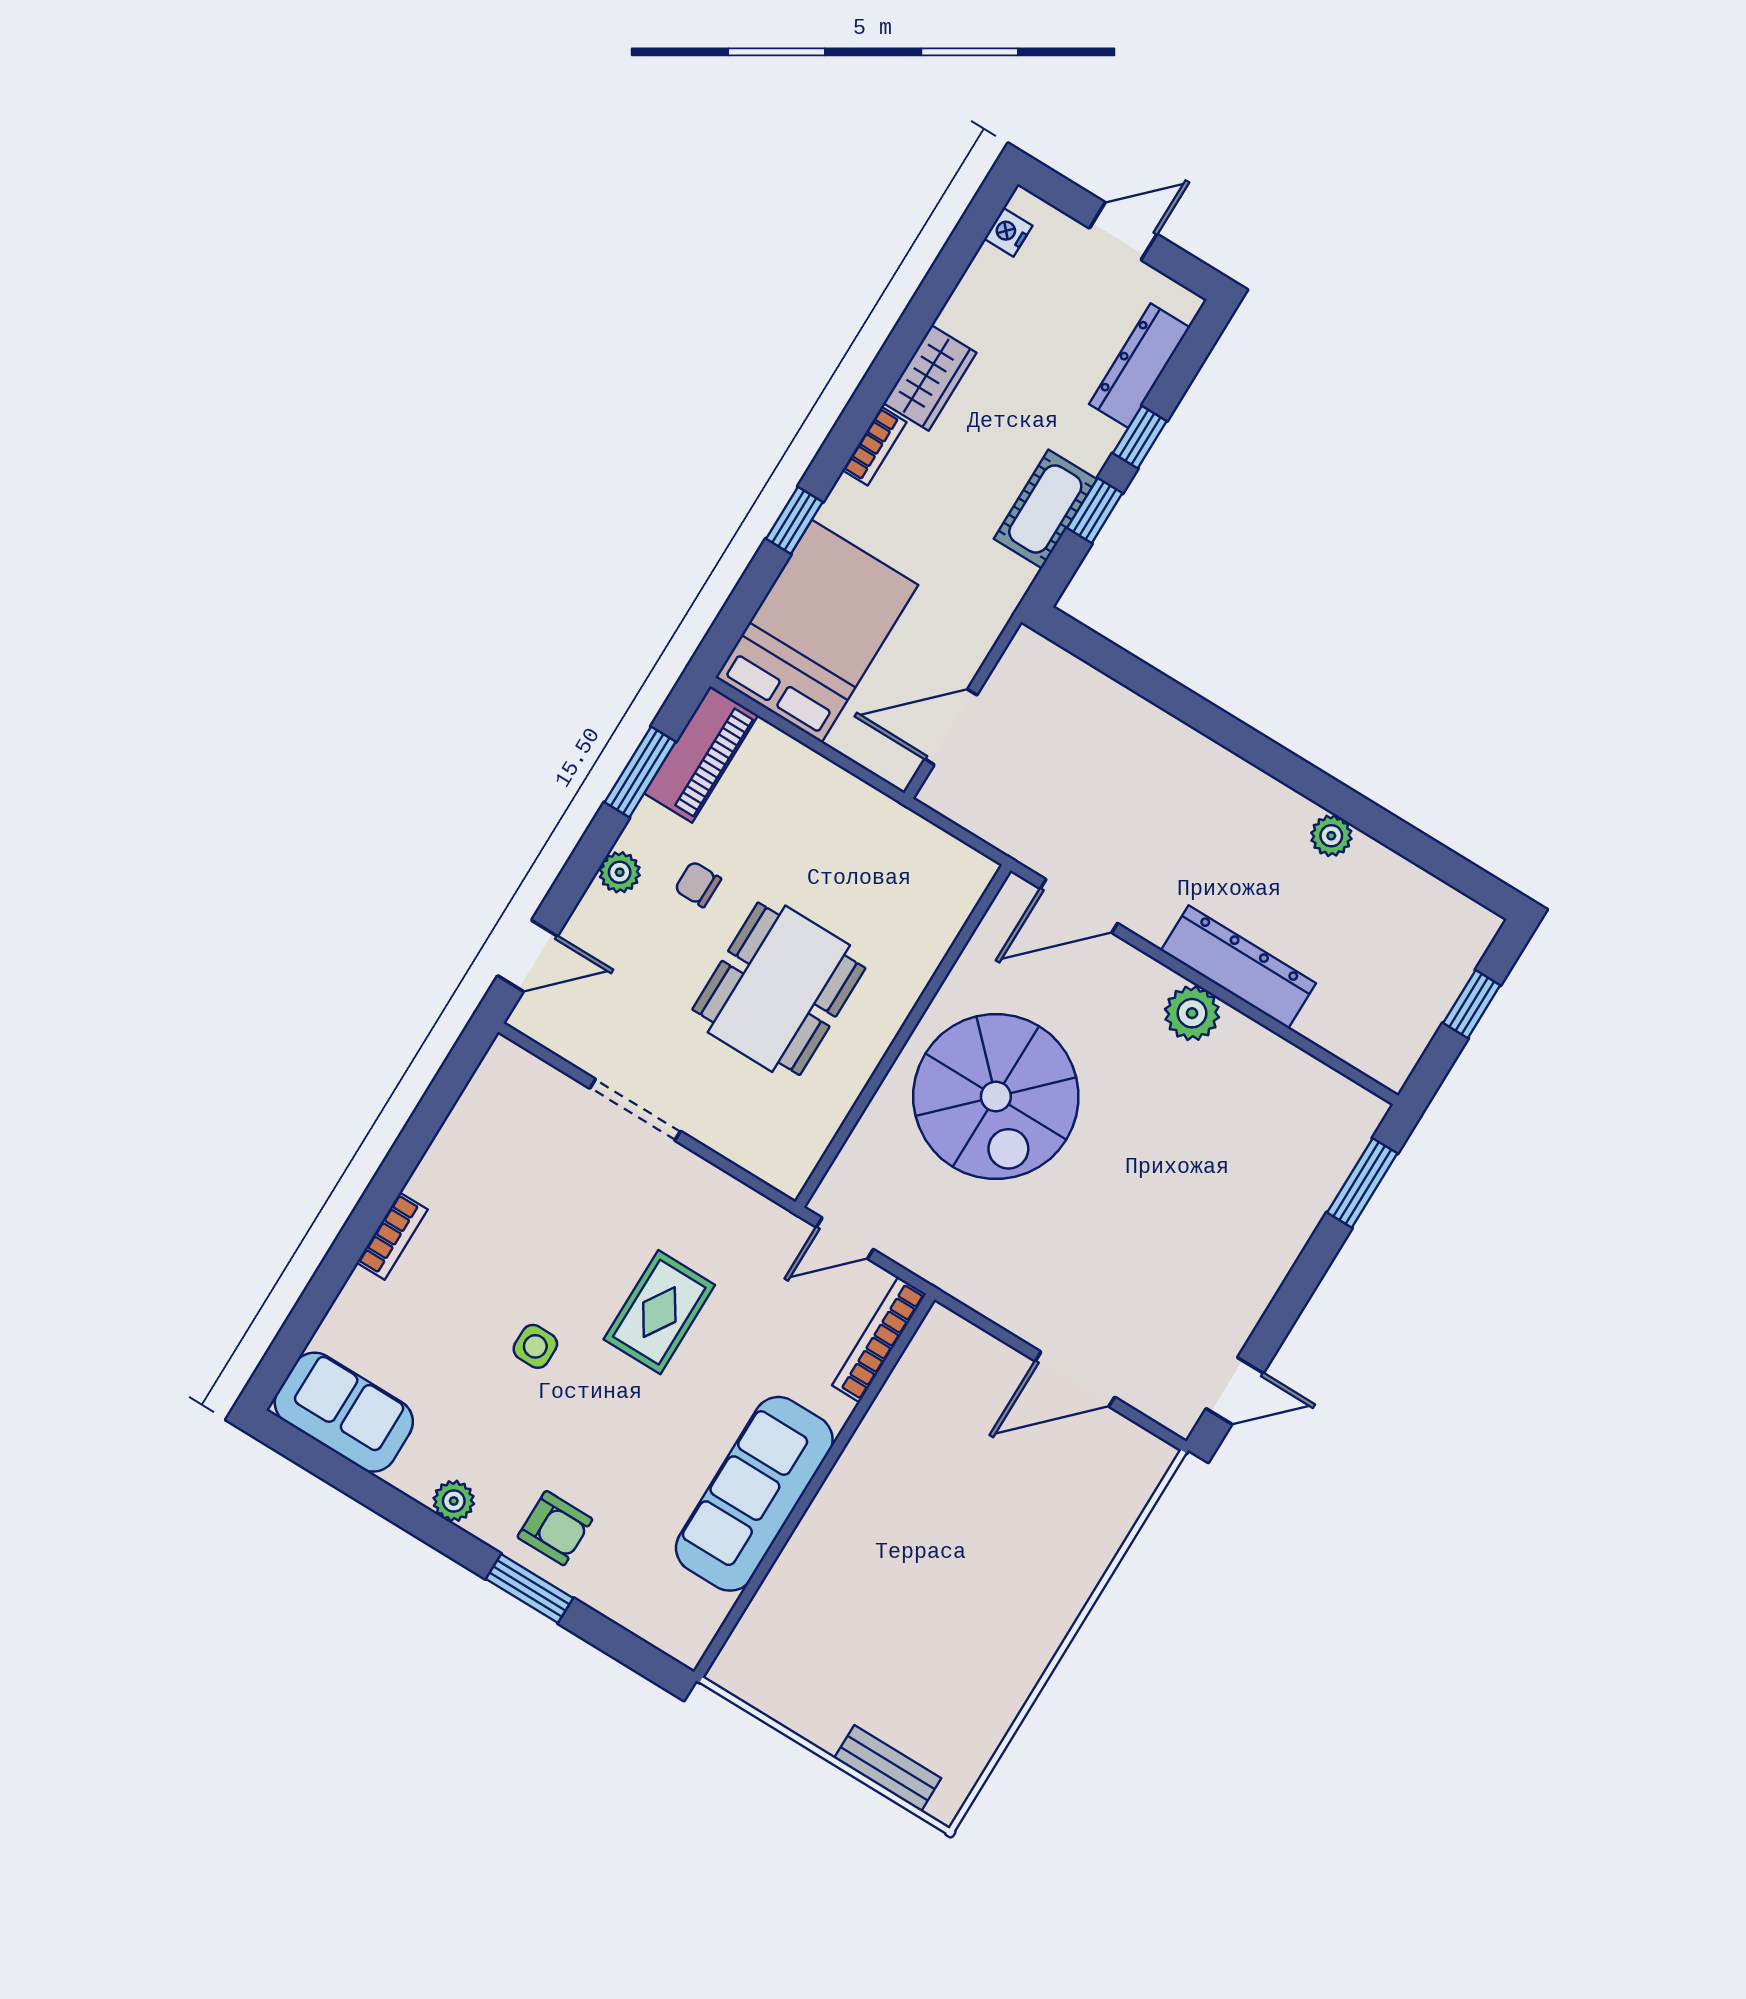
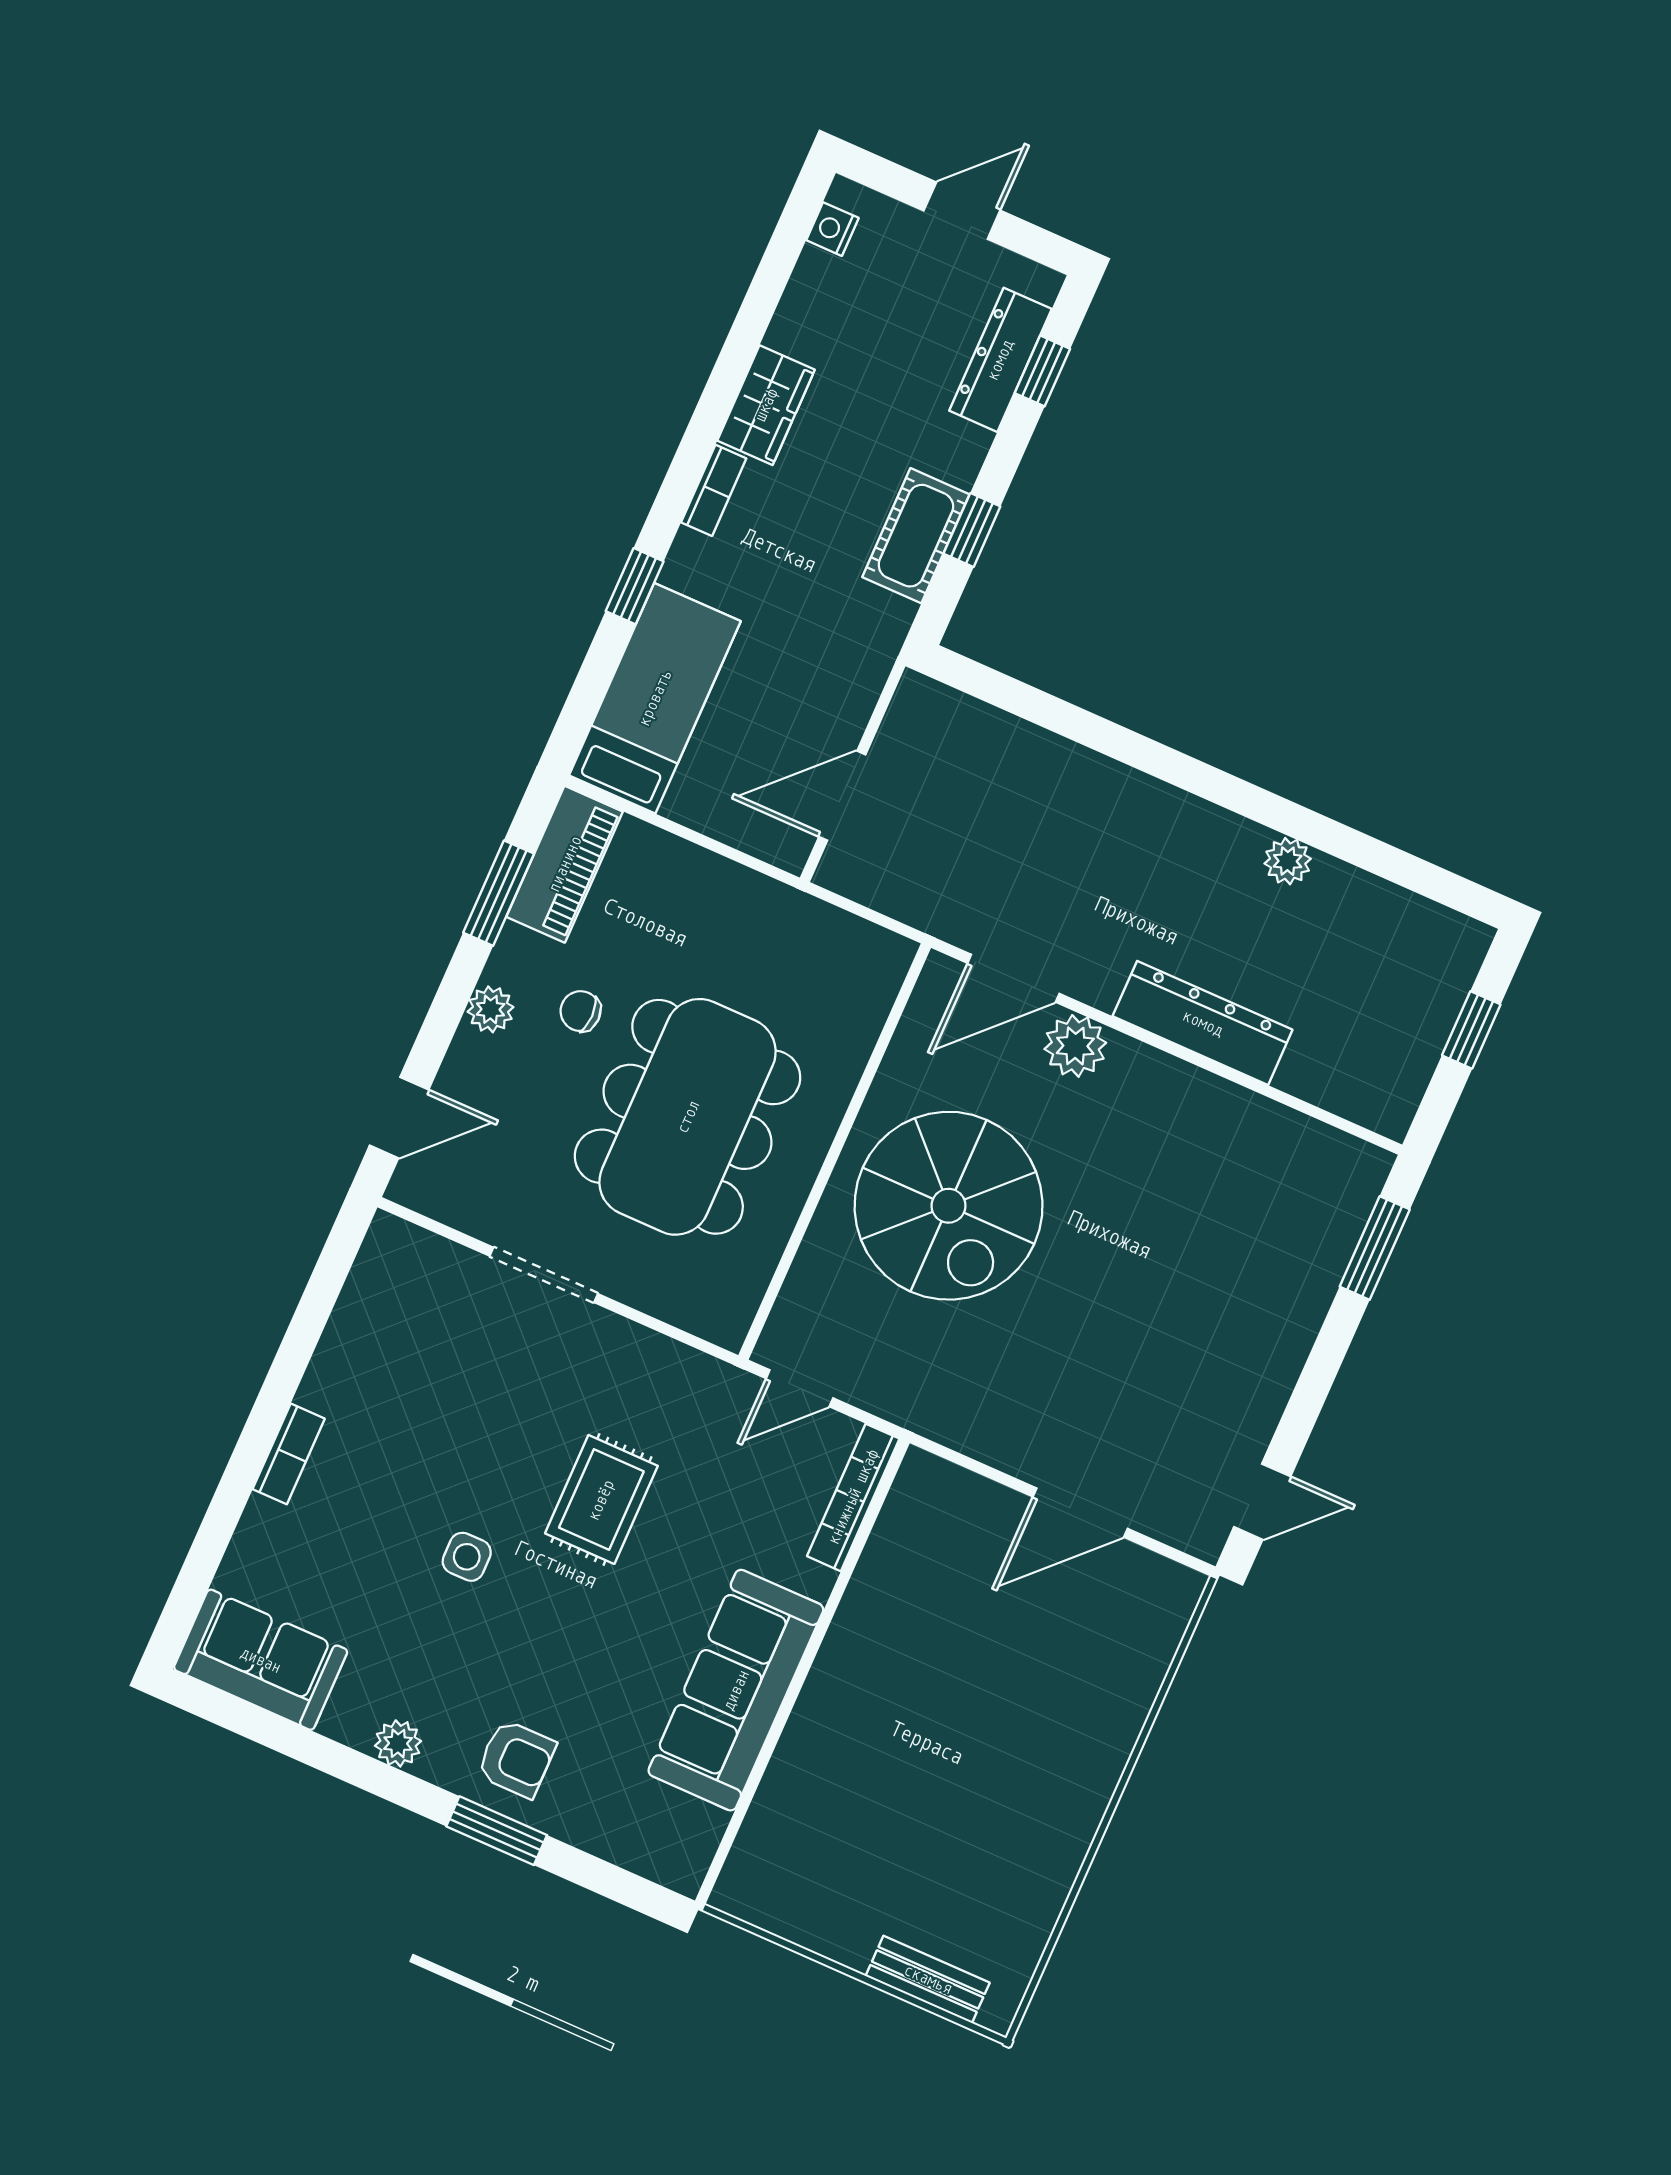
window: (1140, 437) -> (1042, 371), moved
bed: (817, 631) -> (655, 698), width x0.67
dining table: (779, 989) -> (688, 1117), width x1.36, depth x1.24
plant: (1192, 1013) -> (1075, 1046), moved

